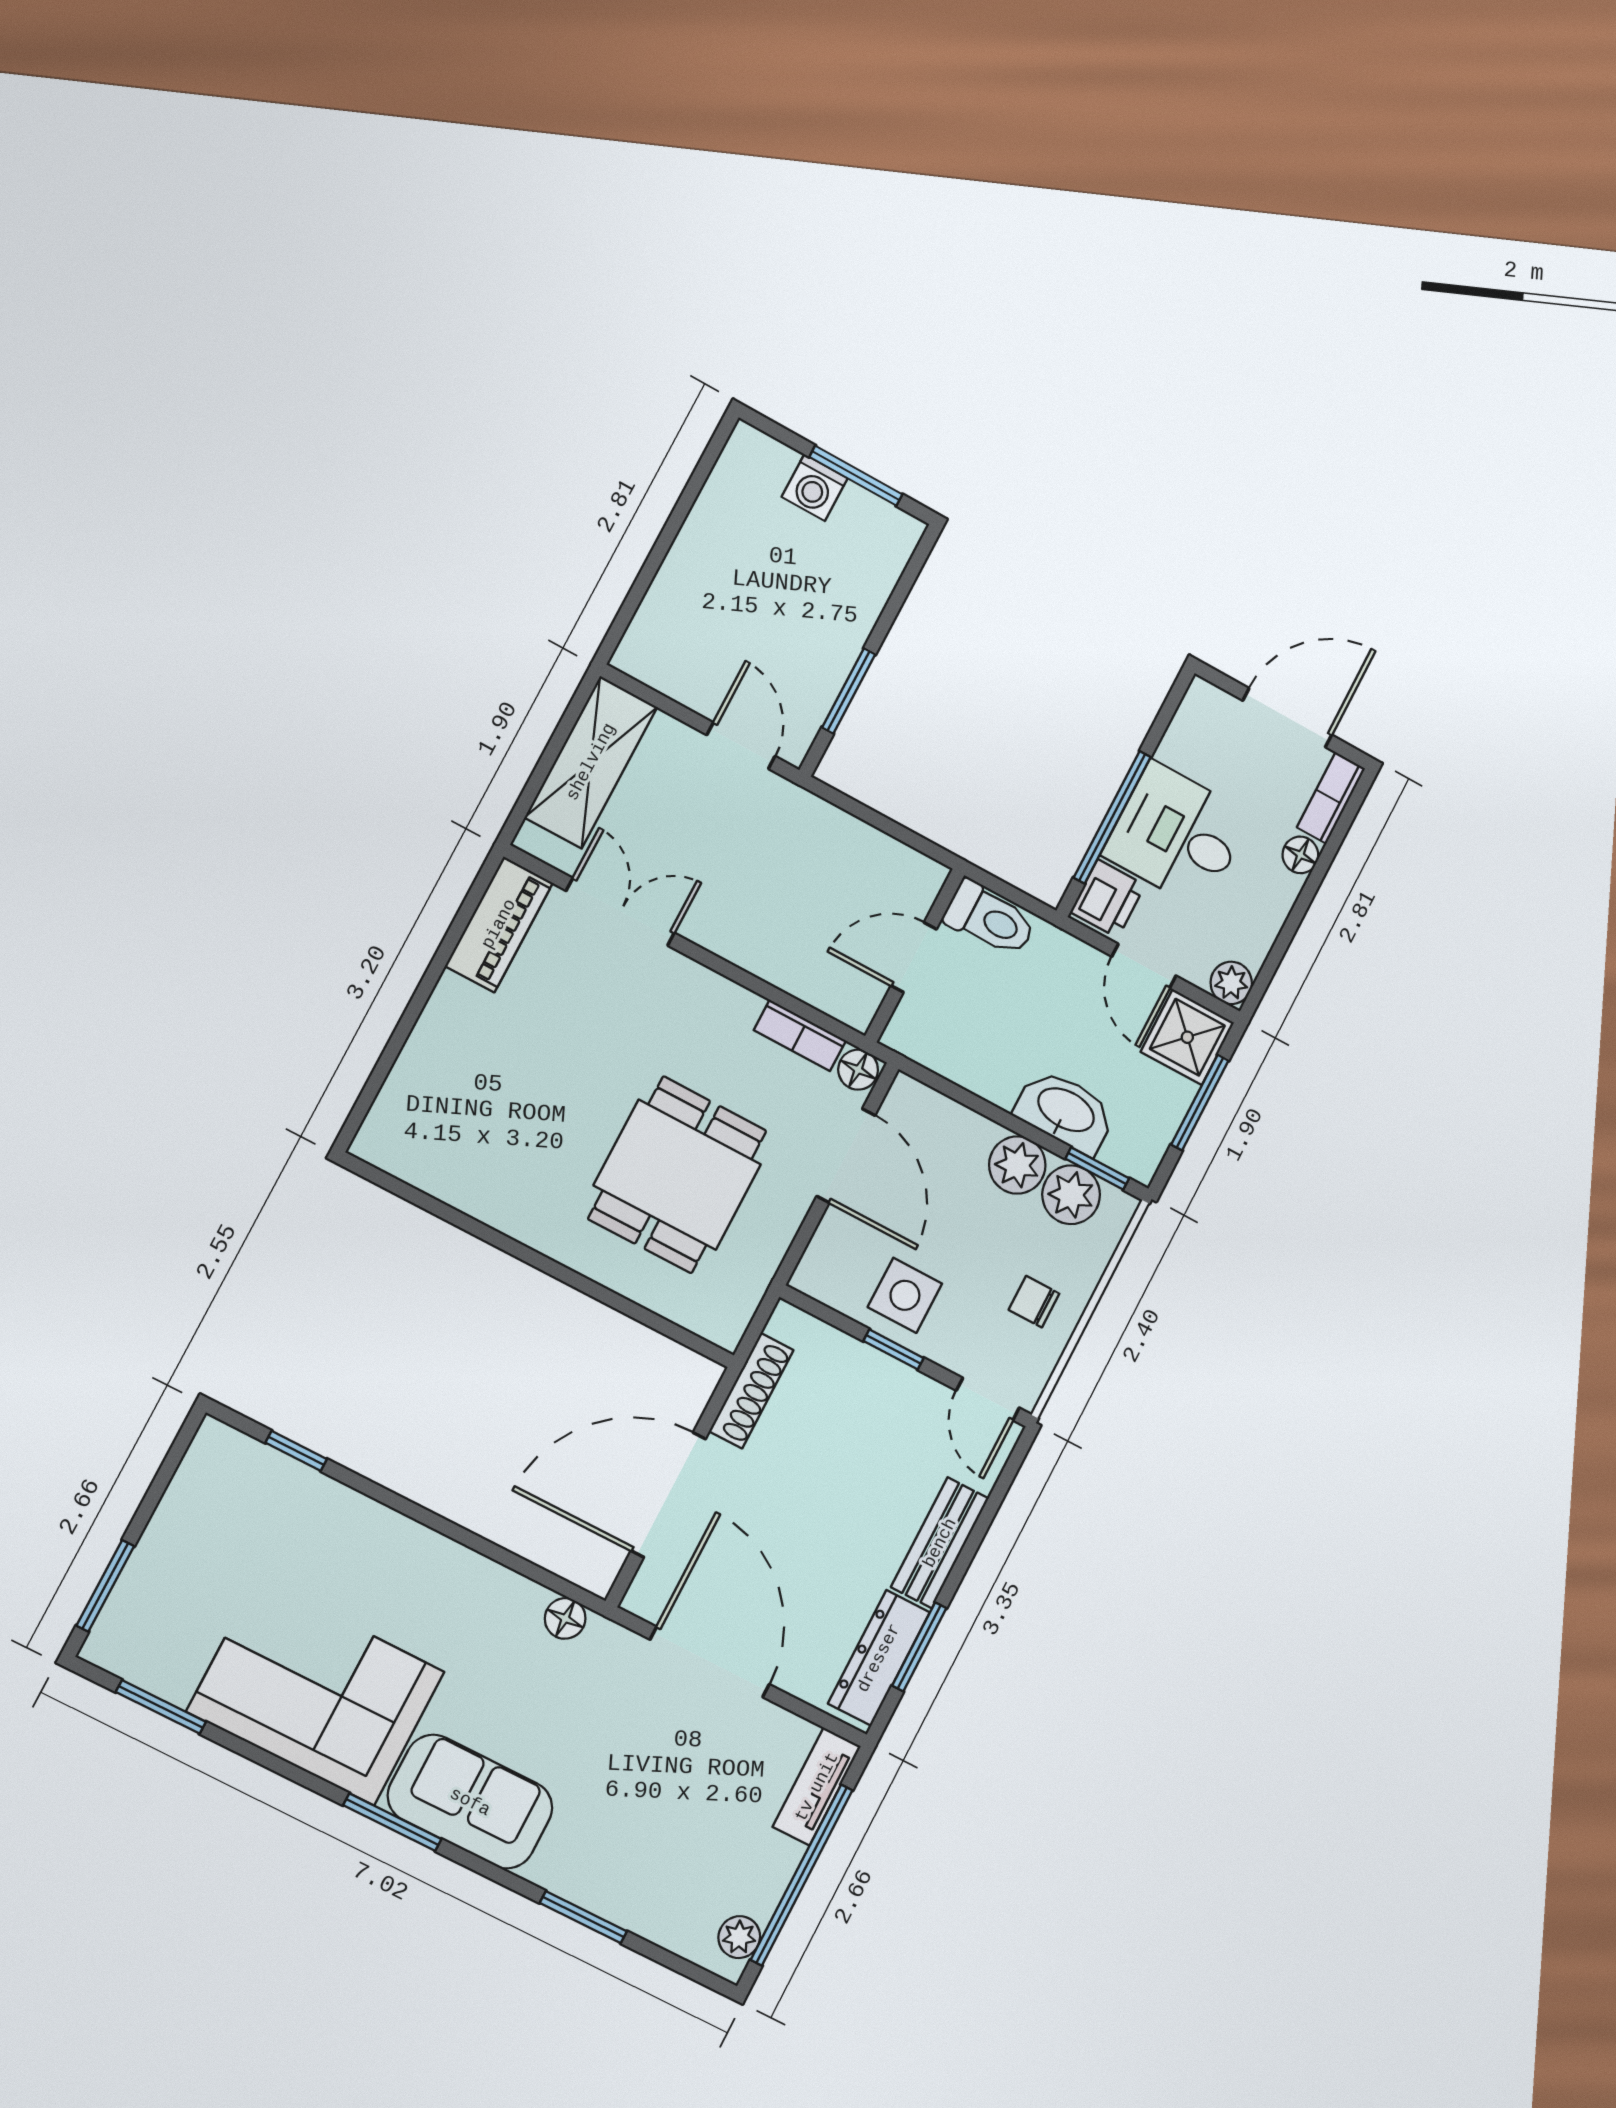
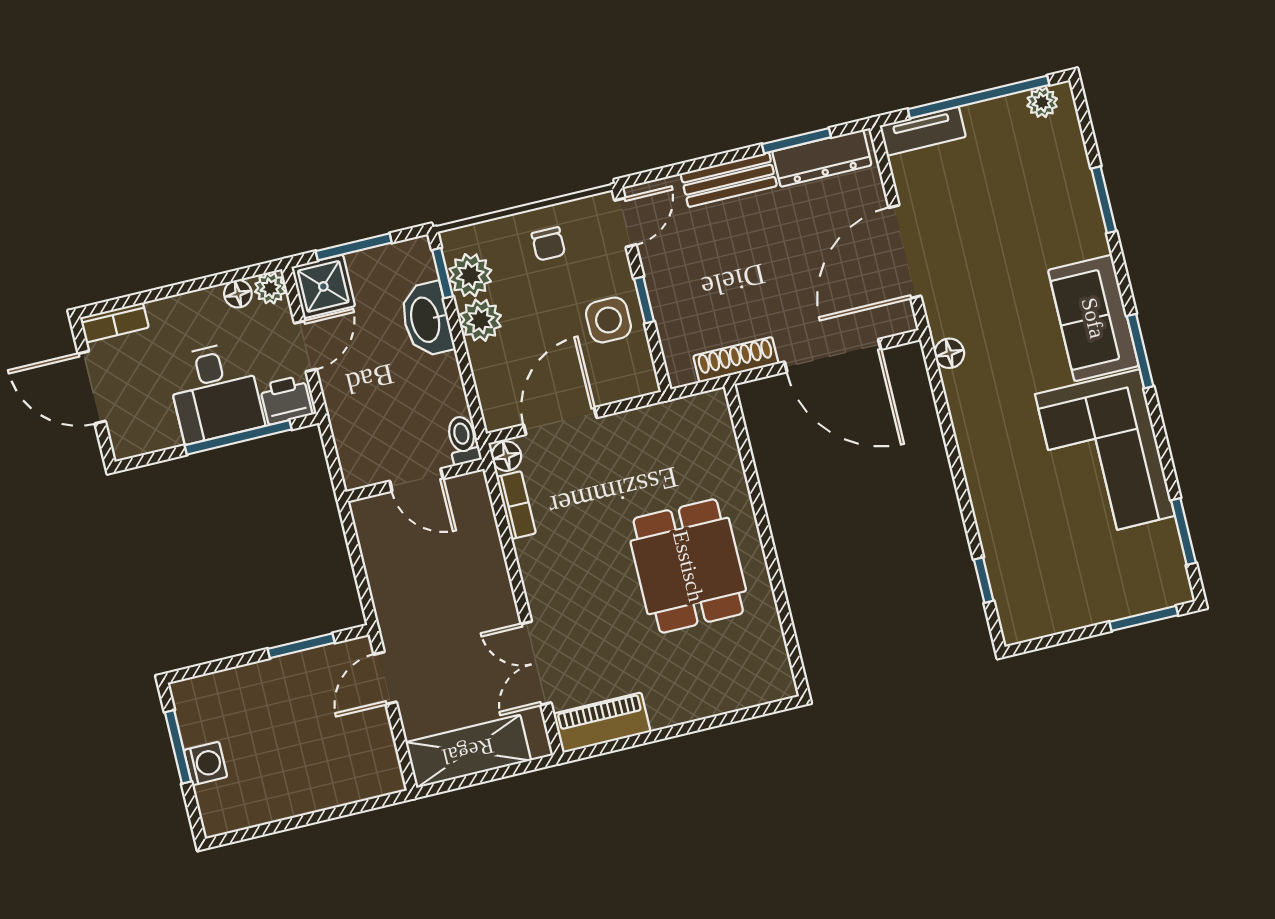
floor lamp: (1300, 855) -> (238, 294), moved
toilet: (990, 919) -> (463, 440), moved, width x0.73, depth x0.72
dining table: (677, 1175) -> (688, 566), moved, turned 90

